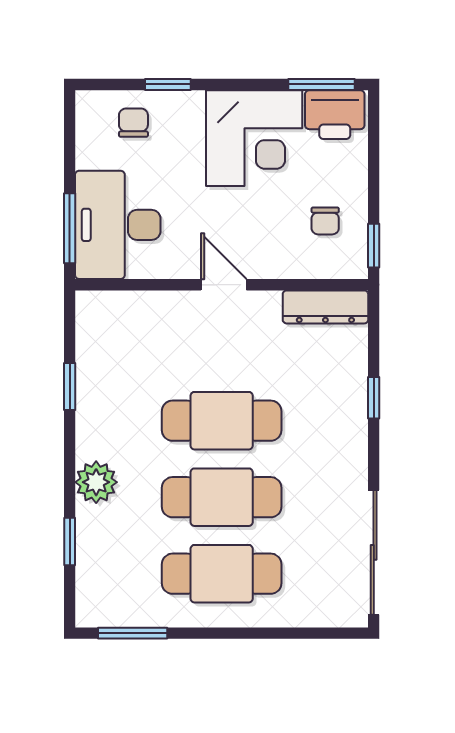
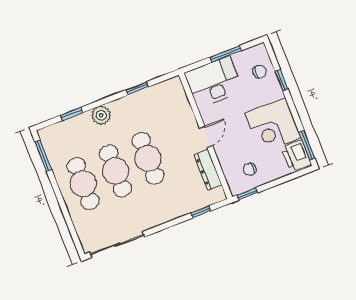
window: (70, 228) -> (225, 54), moved
dresser: (325, 307) -> (208, 170), moved
window: (374, 398) -> (201, 212), moved

